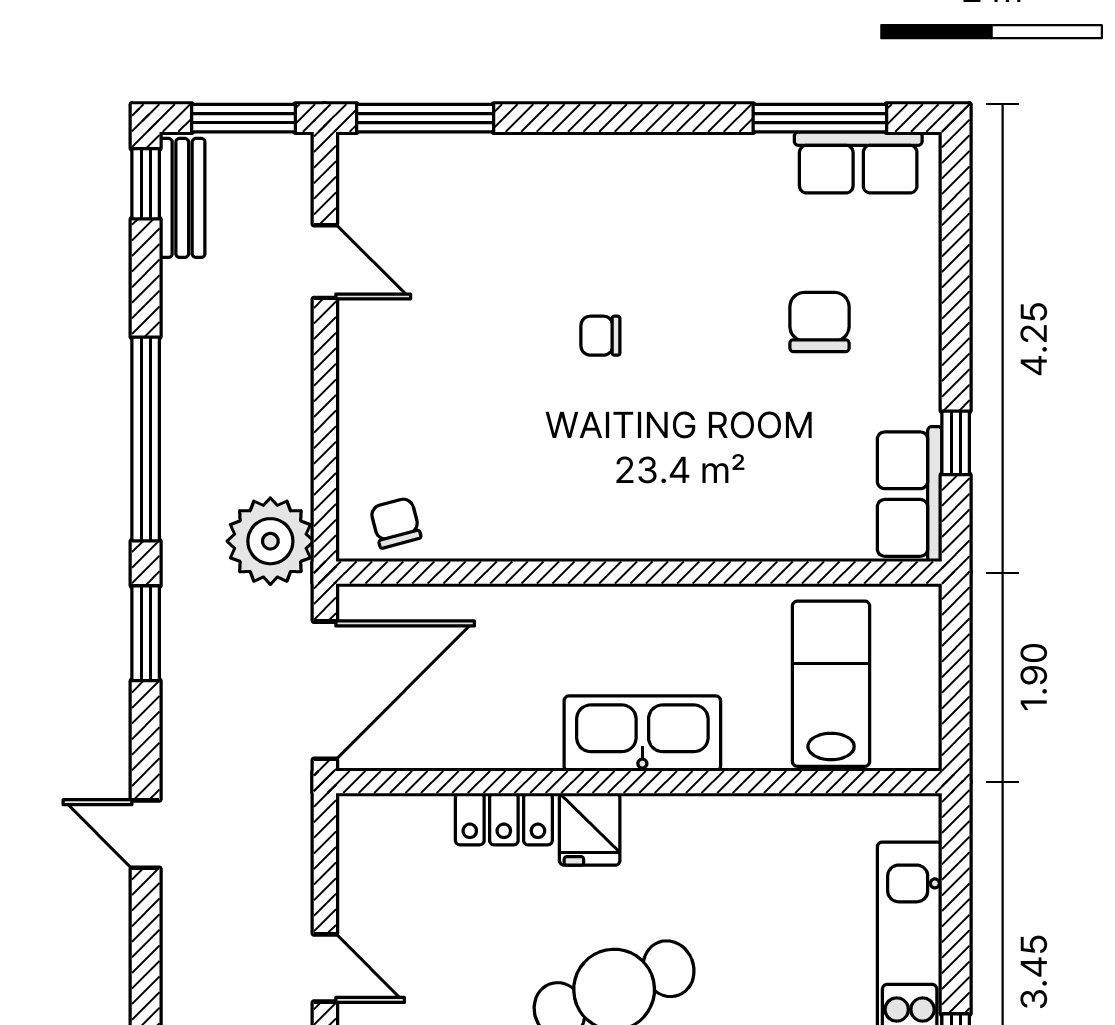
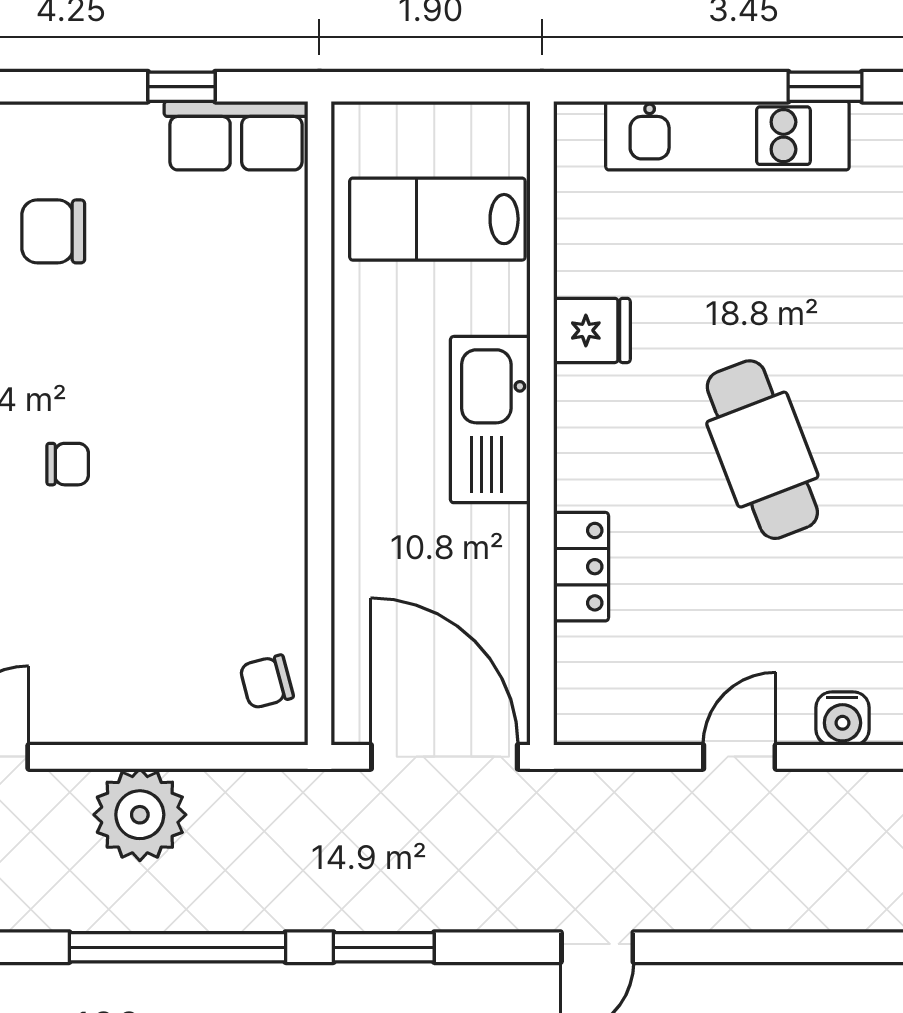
chair: (600, 336) -> (68, 464), turned -90
plant: (270, 541) -> (140, 815), moved
fridge: (590, 829) -> (592, 330), moved

